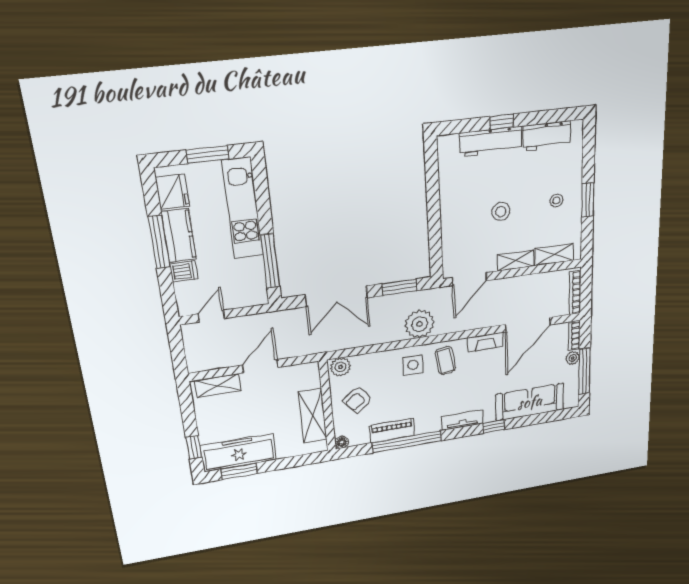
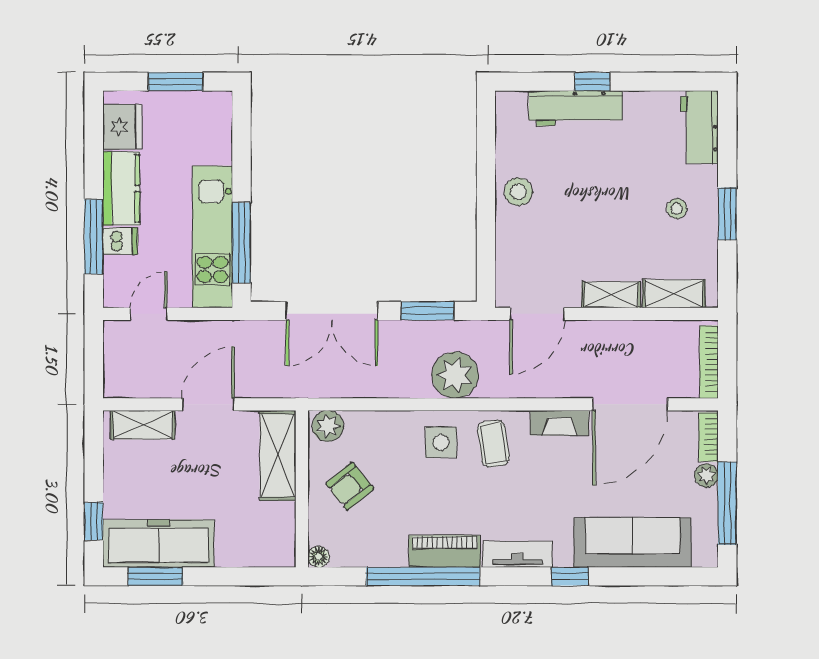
workbench: (547, 136) -> (699, 127), moved, turned 90
kitchen unit: (243, 208) -> (212, 237), moved
stool: (501, 212) -> (518, 192), moved
window: (159, 242) -> (94, 237), moved
shelving: (313, 416) -> (278, 455), moved
piano: (392, 431) -> (445, 551), moved

